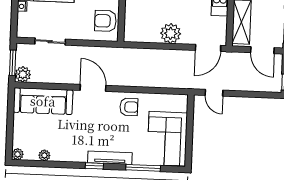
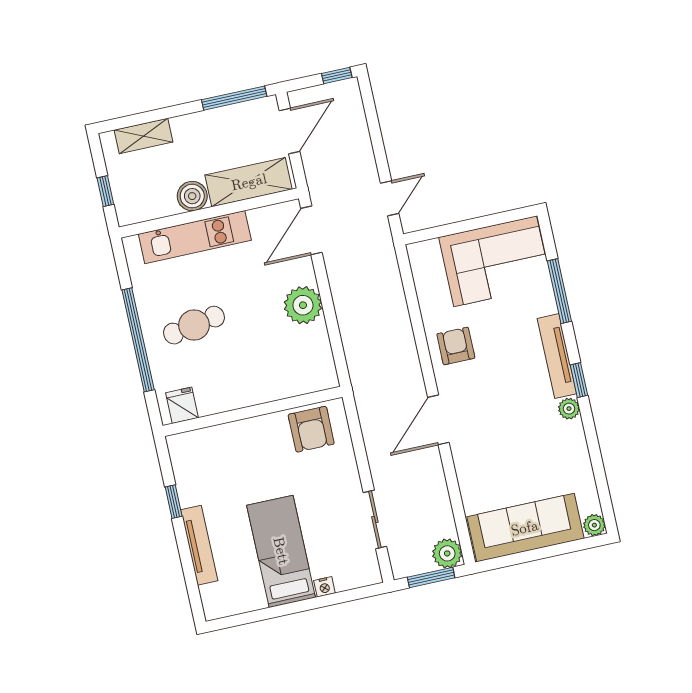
door: (208, 48) -> (311, 230), swing flipped
sofa: (43, 101) -> (525, 528), moved, turned -90
plant: (44, 155) -> (569, 409), moved

